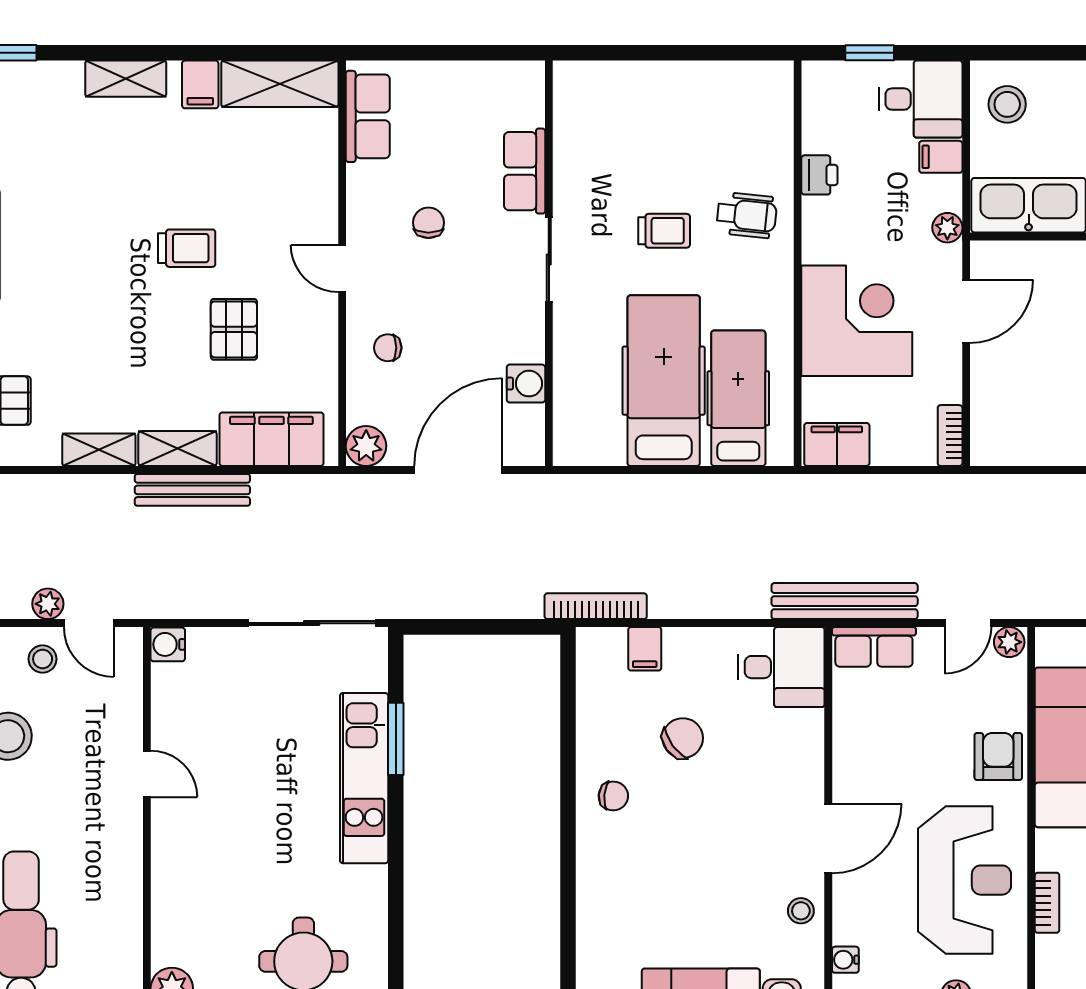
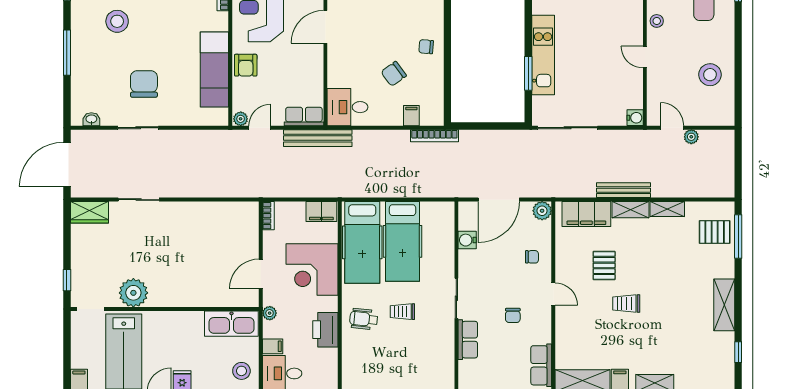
printer: (819, 175) -> (325, 330), width x1.87, depth x1.48
hospital bed: (738, 398) -> (362, 242), width x1.37, depth x1.29
stool: (43, 659) -> (657, 21), moved

